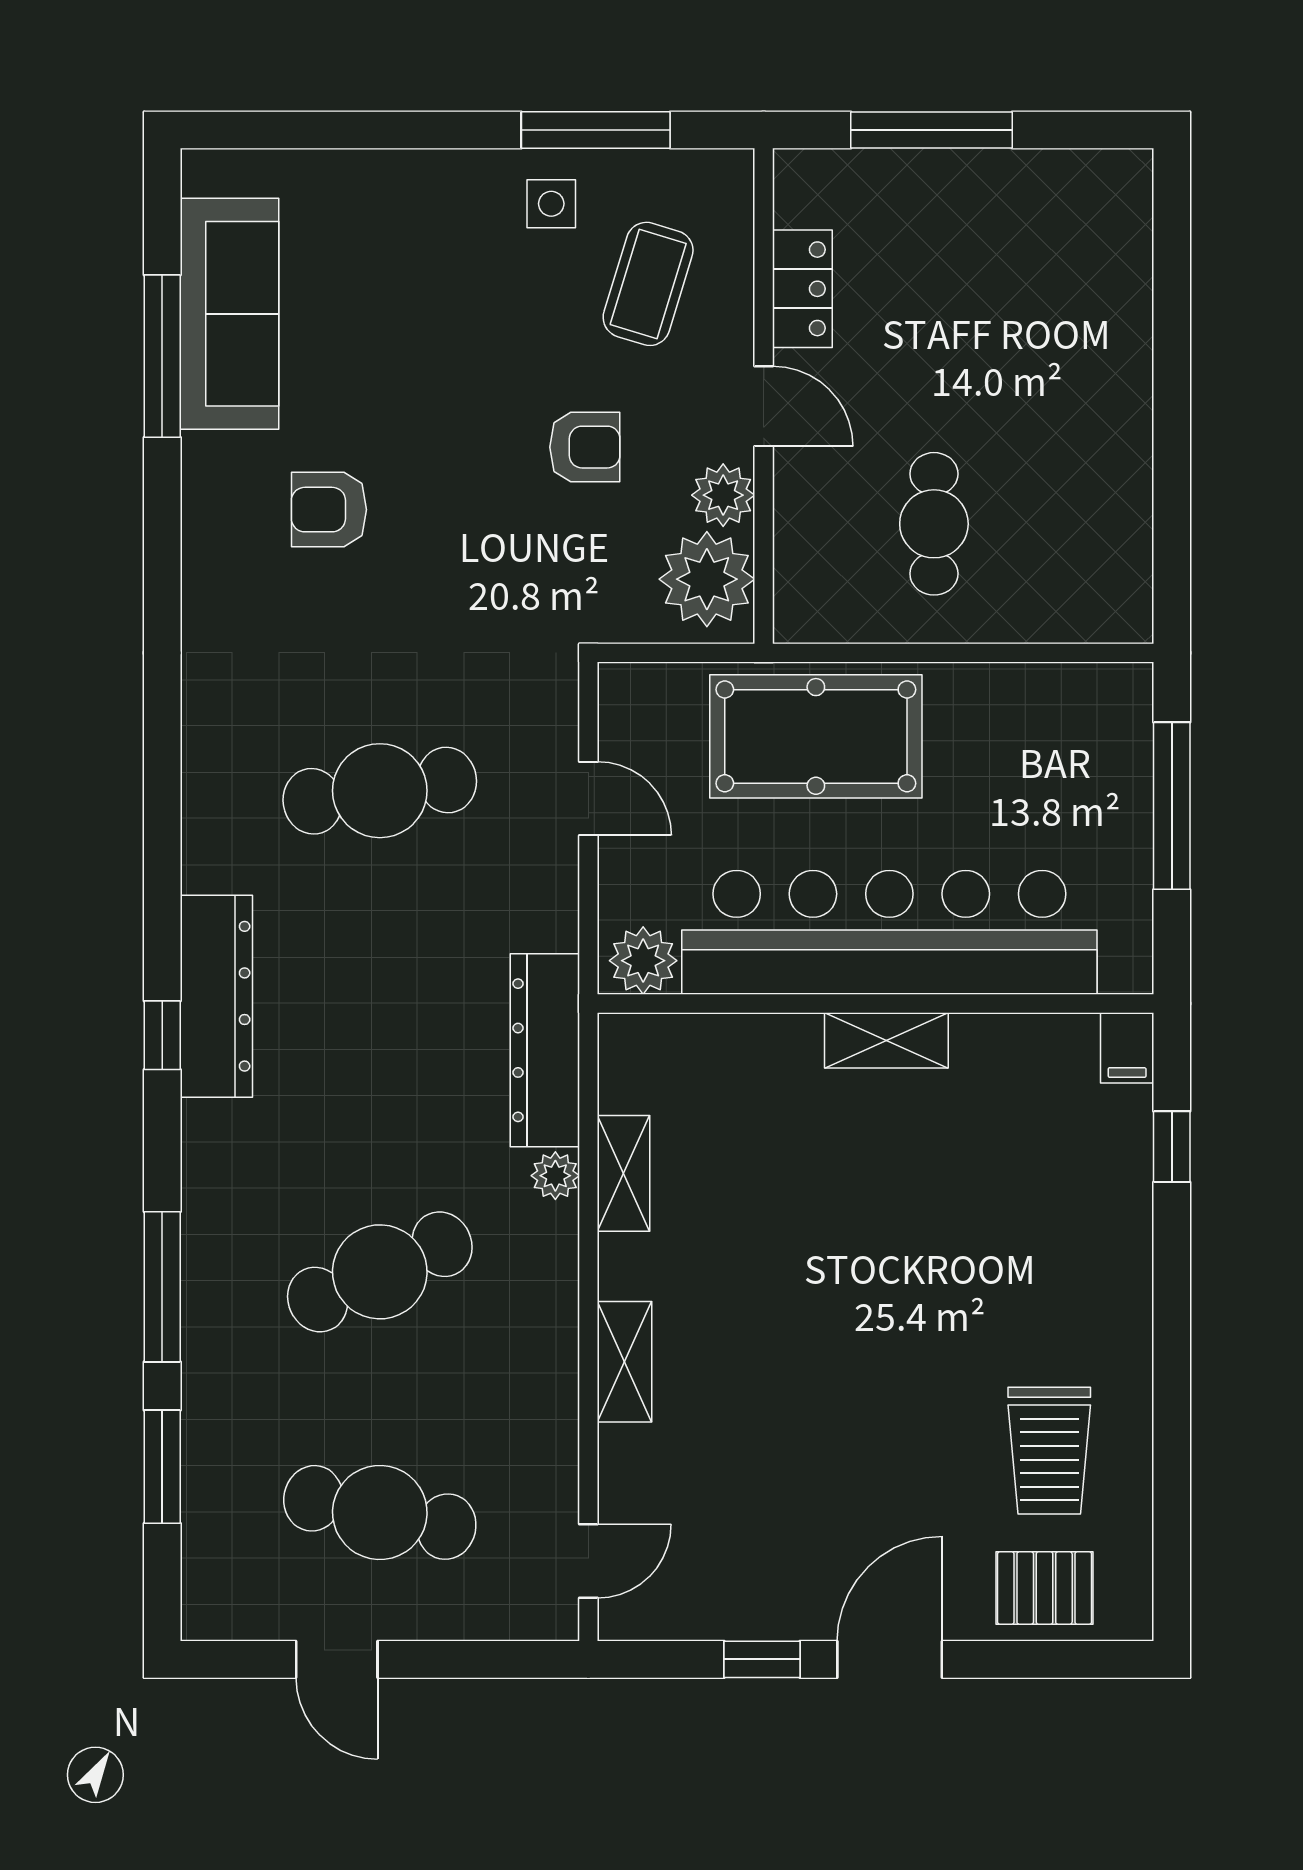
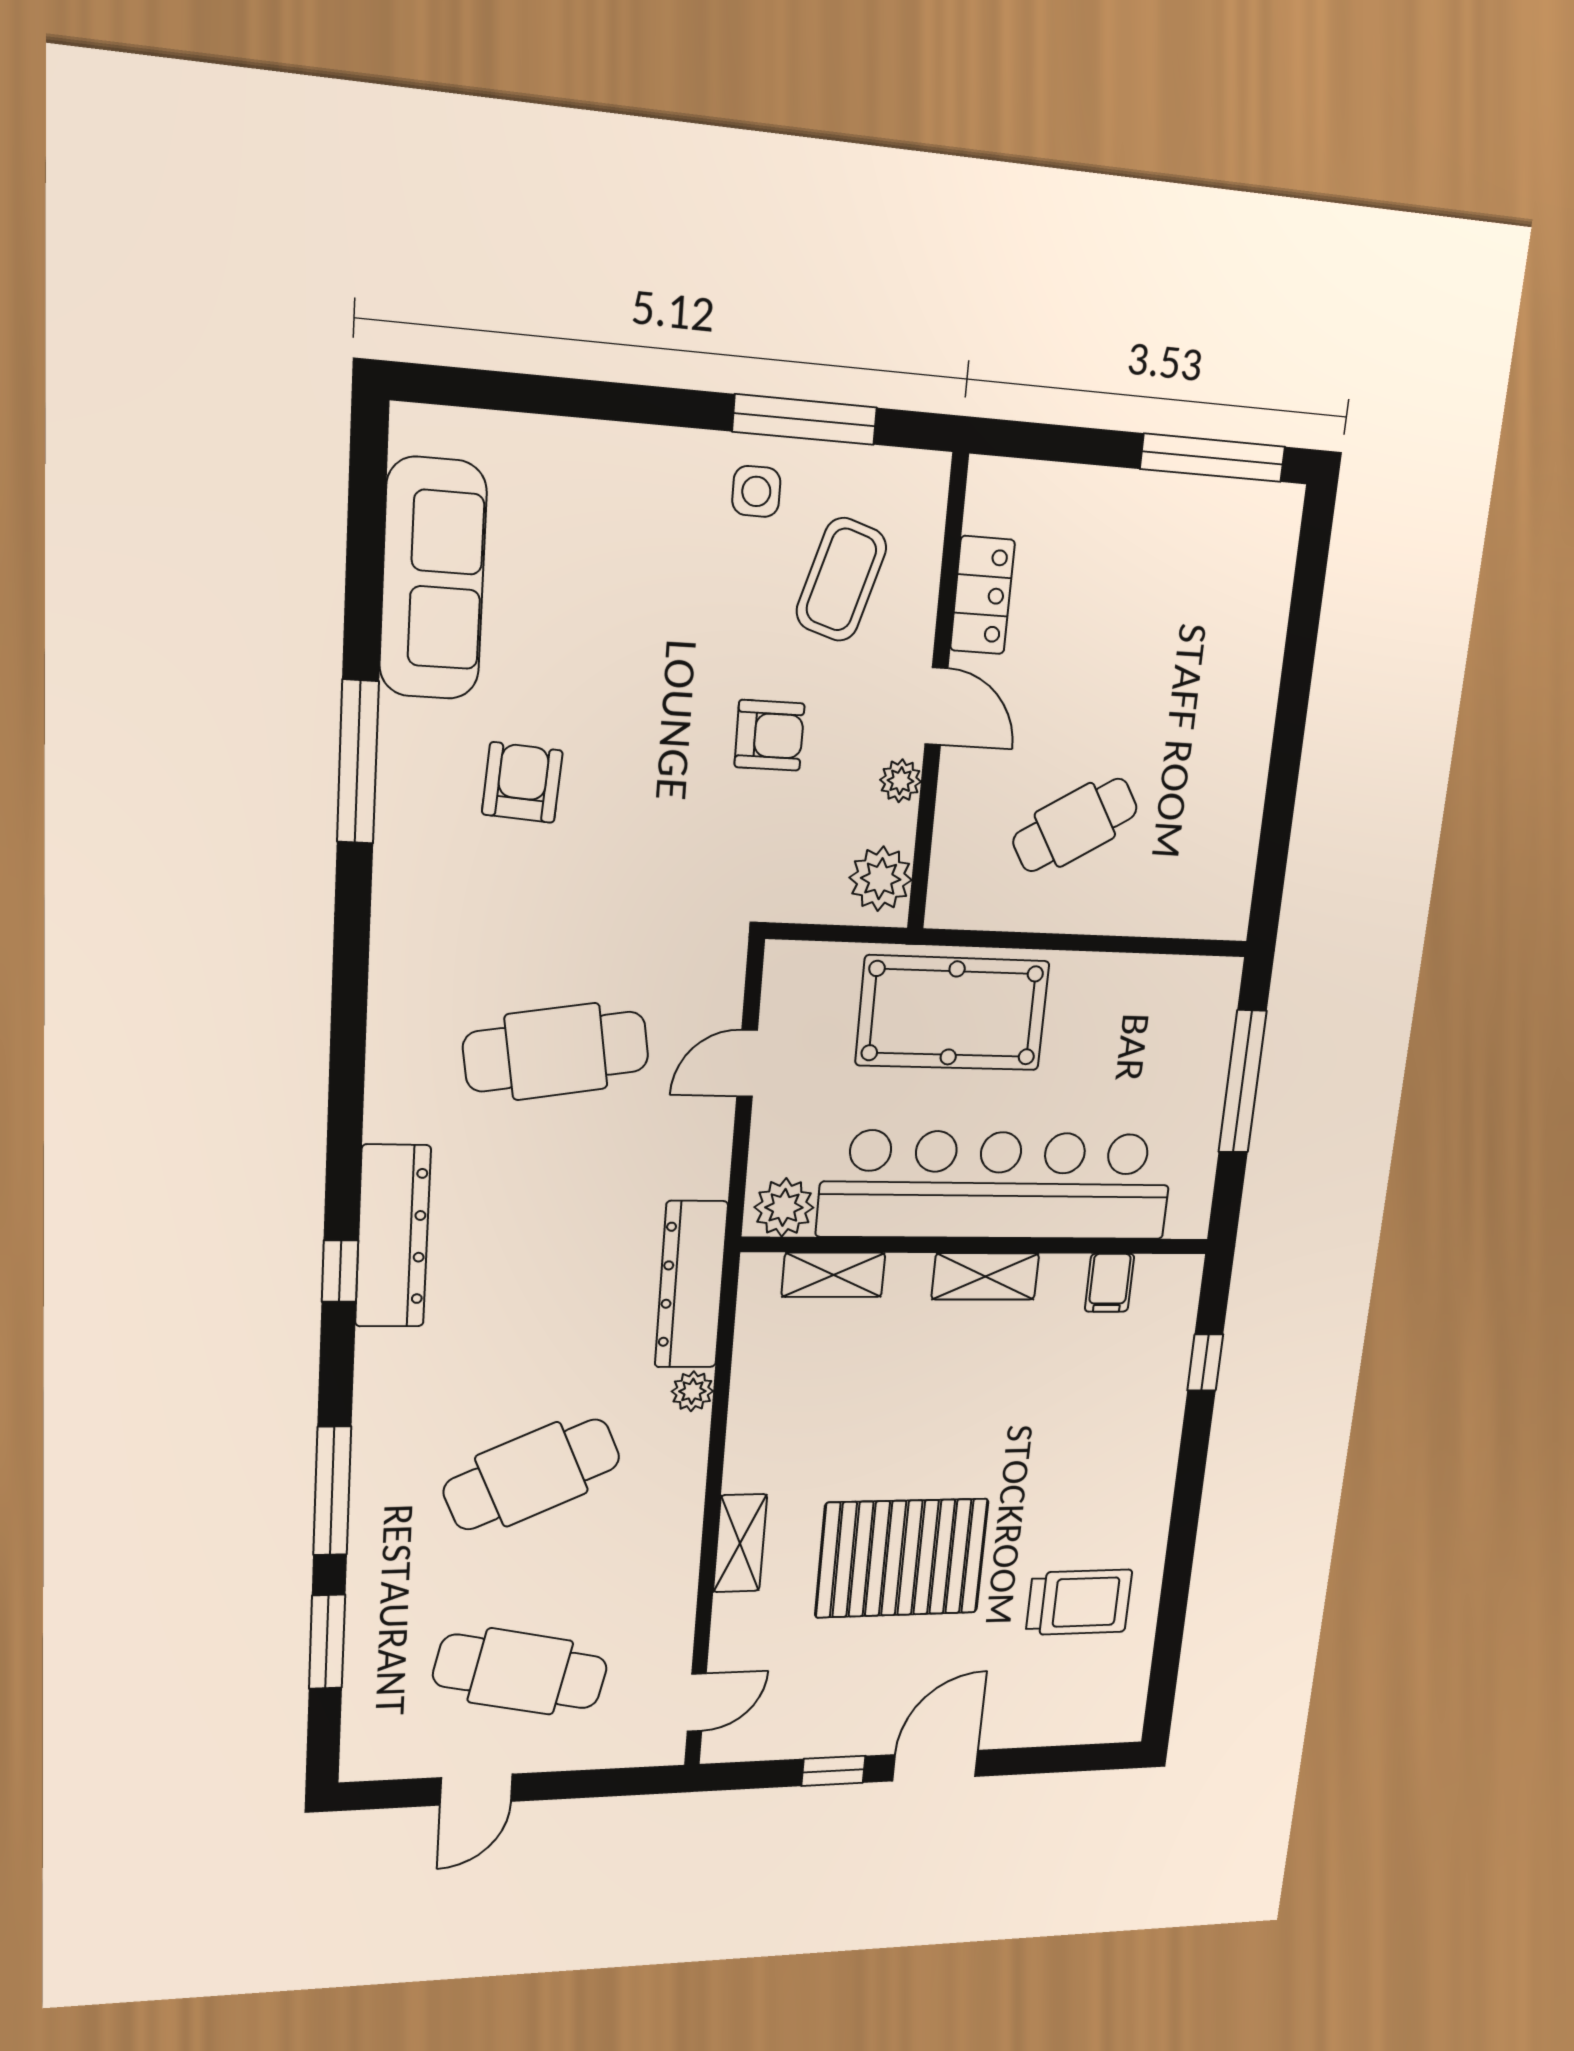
window: (932, 130) -> (1213, 458), moved
window: (162, 356) -> (358, 762), moved
plant: (723, 495) -> (901, 781), width x0.73, depth x0.73
armchair: (329, 510) -> (522, 783), turned 94
cafe table: (934, 524) -> (1075, 825), turned 59
plant: (707, 579) -> (881, 879), width x0.73, depth x0.73
door: (588, 798) -> (747, 1063), swing flipped
filing cabinet: (1127, 1048) -> (1109, 1283), moved
shelving: (624, 1173) -> (833, 1275), moved, turned 90
trolley: (1049, 1451) -> (1079, 1602), turned -90
pallet: (1045, 1588) -> (902, 1558), moved, width x2.05, depth x2.00
door: (337, 1659) -> (476, 1790), hinge flipped

